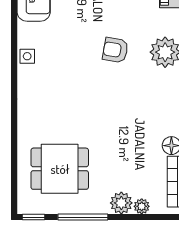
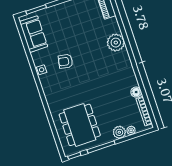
armchair: (115, 50) -> (65, 61), moved
dining table: (60, 169) -> (80, 125), width x1.37

